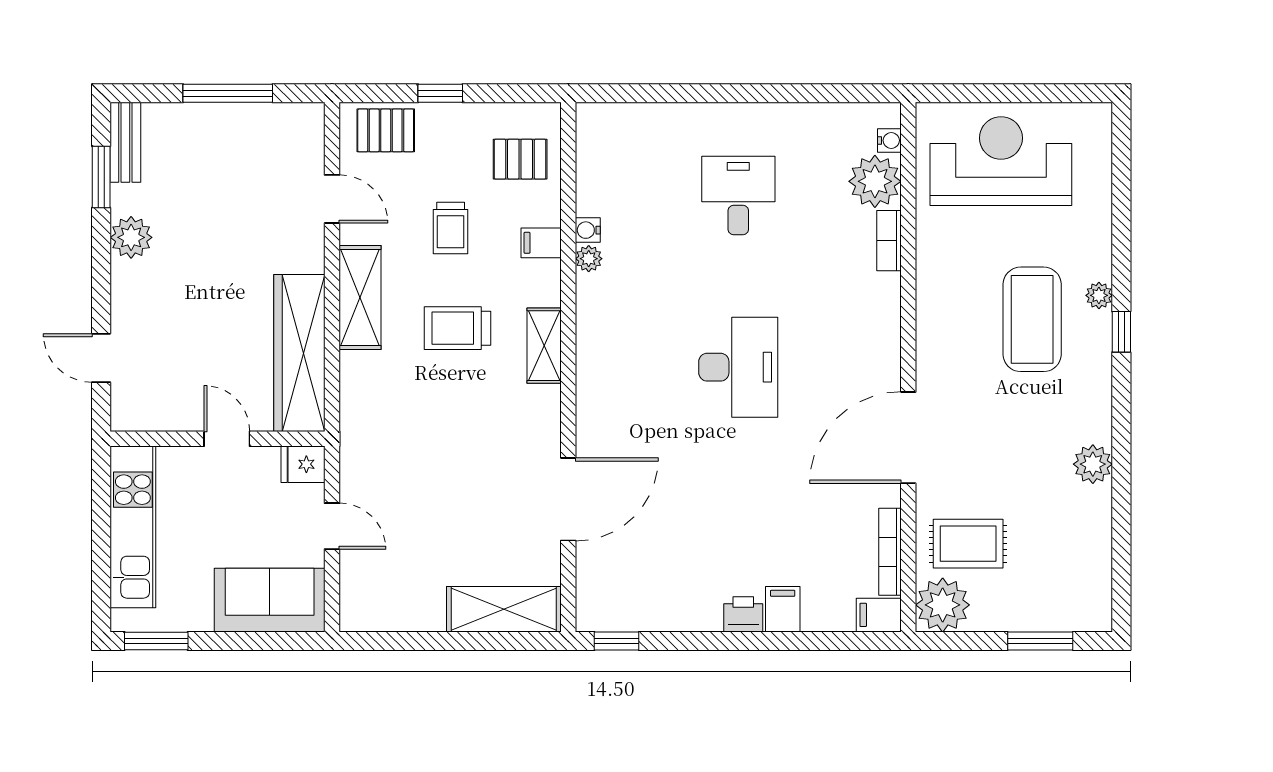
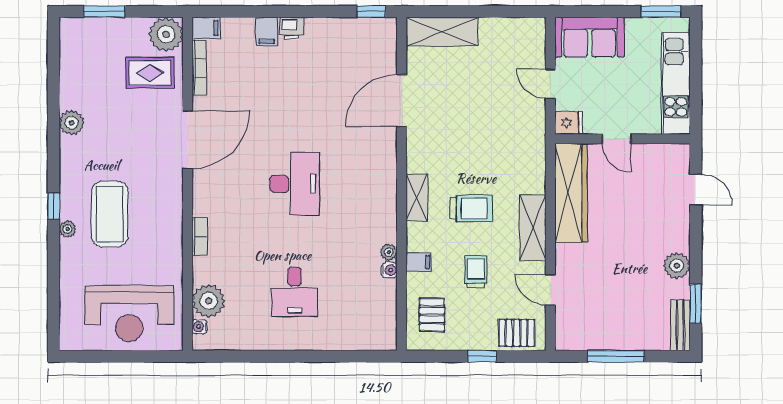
pallet: (520, 159) -> (432, 315), turned 90
bookcase: (889, 241) -> (200, 236), moved
desk: (738, 367) -> (295, 184), turned 180

